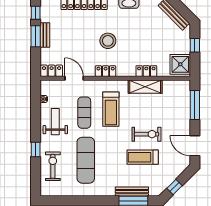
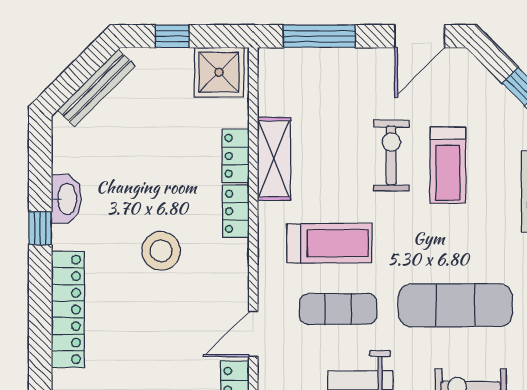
locker: (106, 71) -> (236, 211), moved

